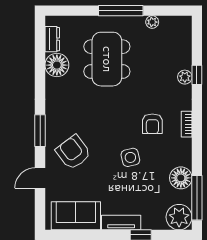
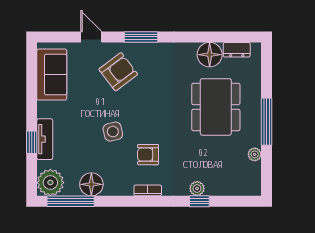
dining table: (107, 59) -> (216, 107), turned 90
tv unit: (121, 222) -> (45, 139), moved

